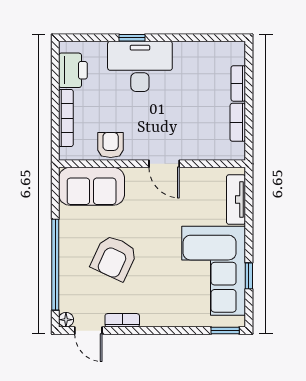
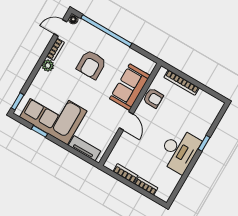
desk: (140, 66) -> (179, 151), moved
printer: (73, 70) -> (205, 101), removed
door: (164, 164) -> (126, 121), swing flipped
sofa: (92, 186) -> (130, 87), moved
armchair: (114, 258) -> (91, 65), turned -115
plant: (151, 318) -> (48, 65), added

